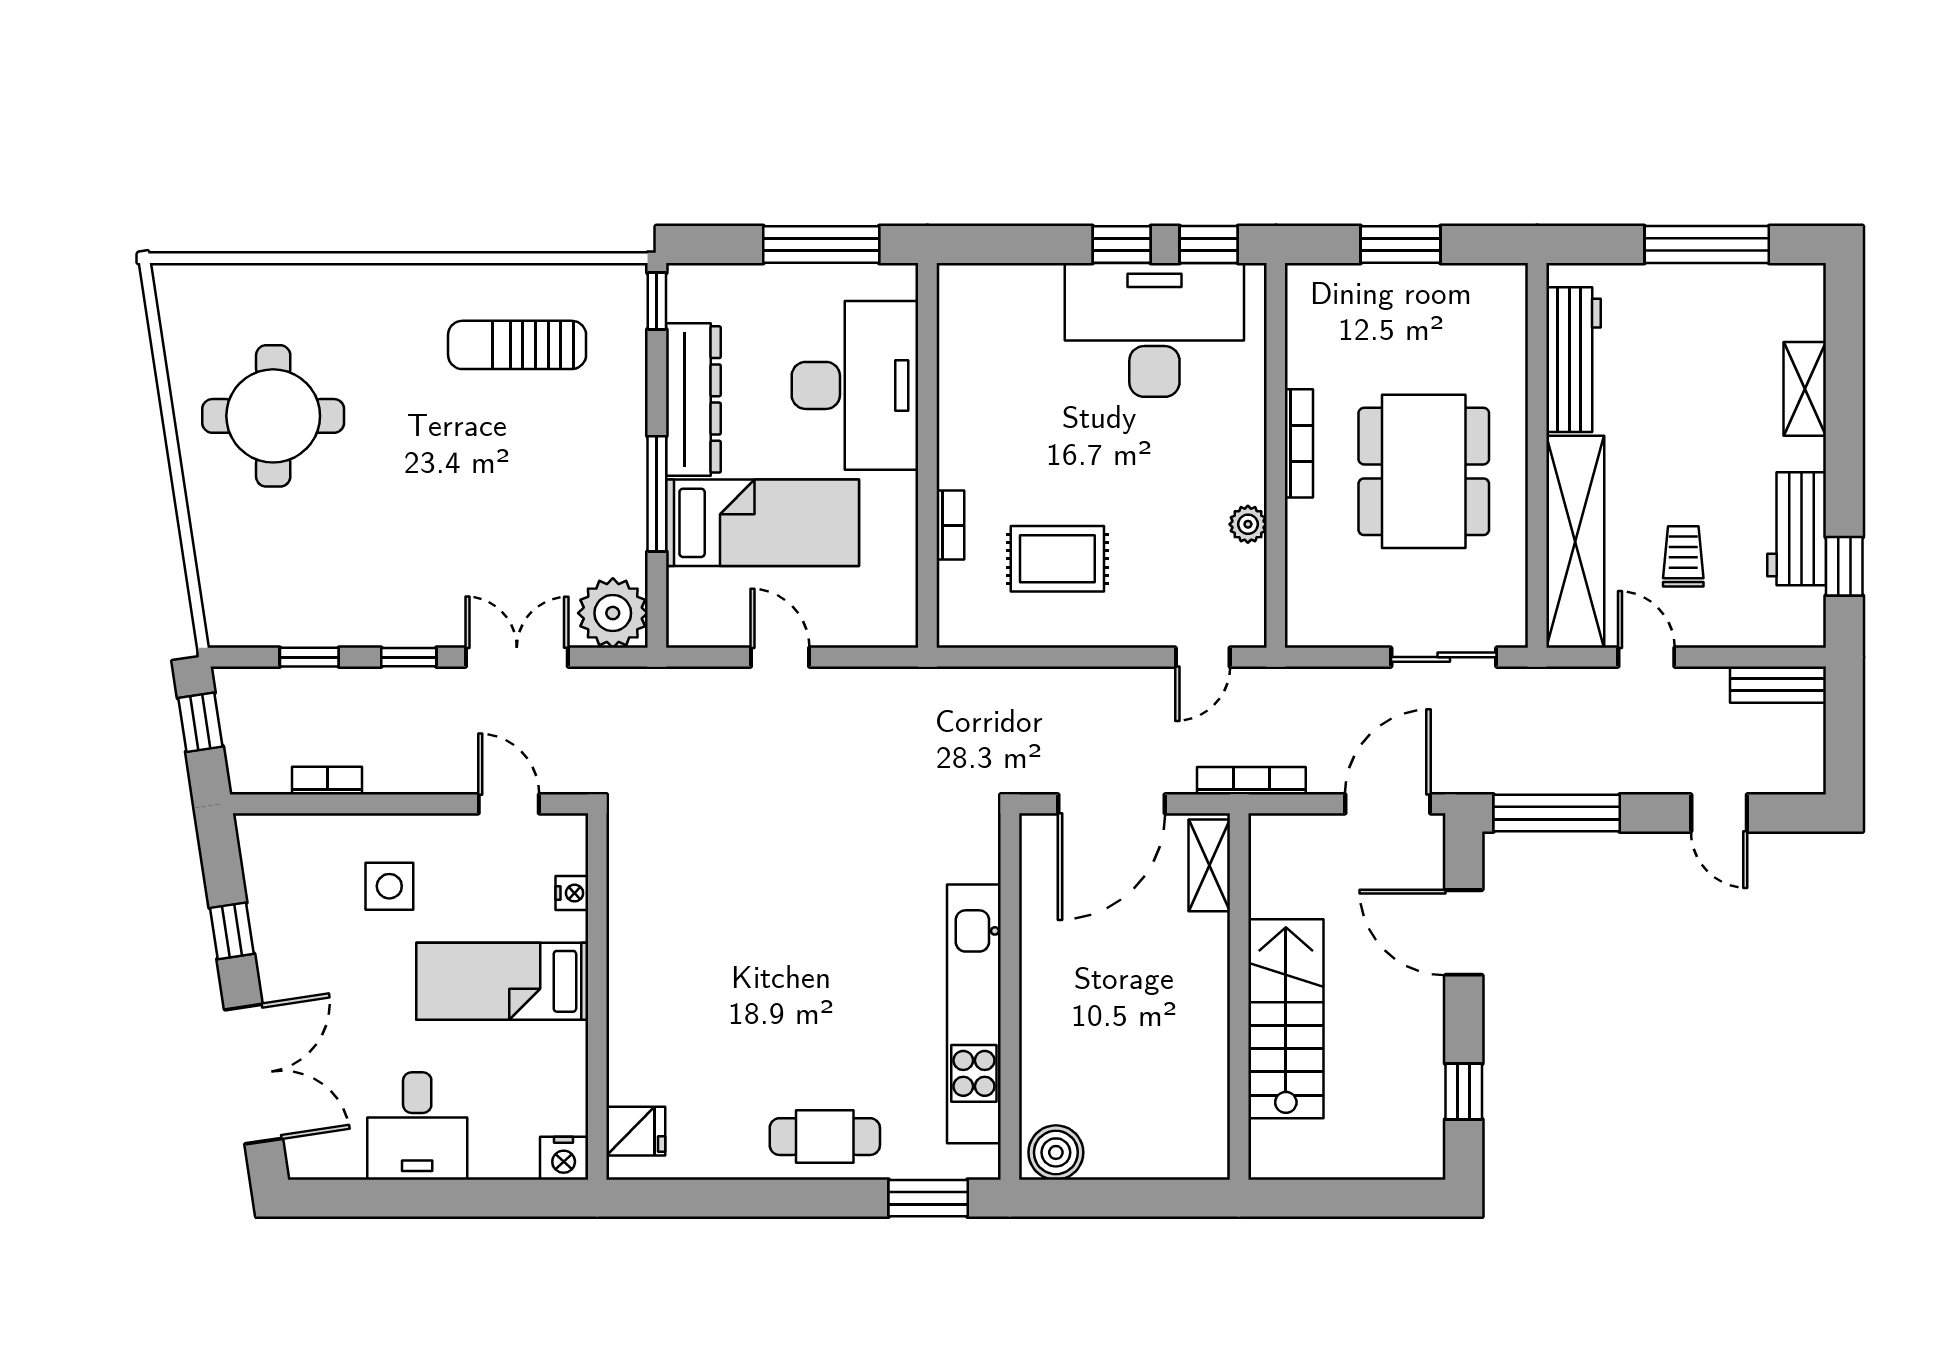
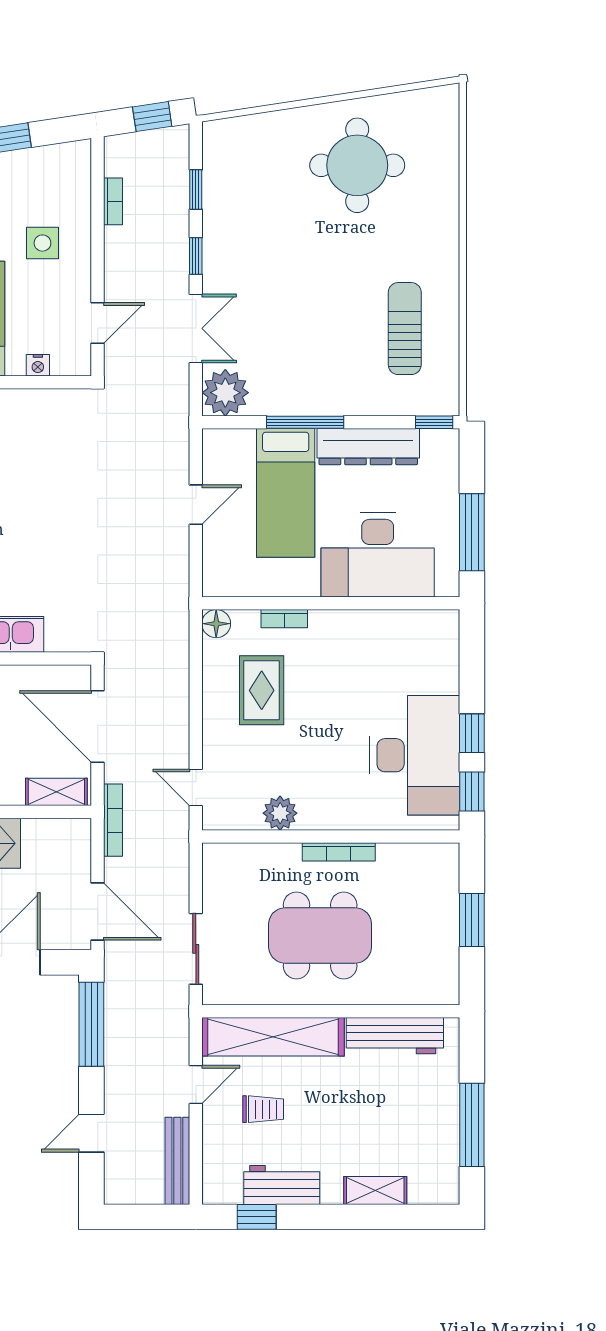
plant: (1248, 524) -> (280, 813), width x1.38, depth x1.38
floor lamp: (958, 627) -> (216, 624), added
bench: (1778, 685) -> (177, 1161), width x1.36

